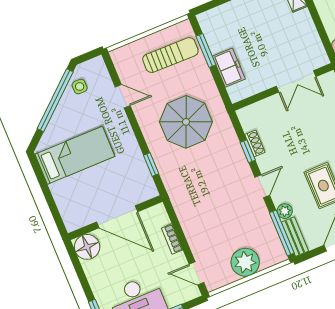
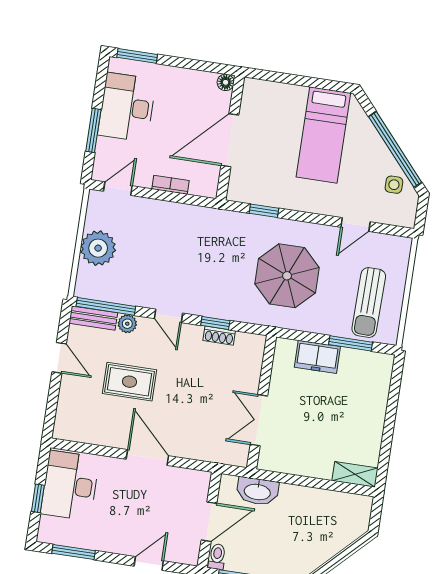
floor lamp: (87, 247) -> (226, 82), width x0.53, depth x0.53

